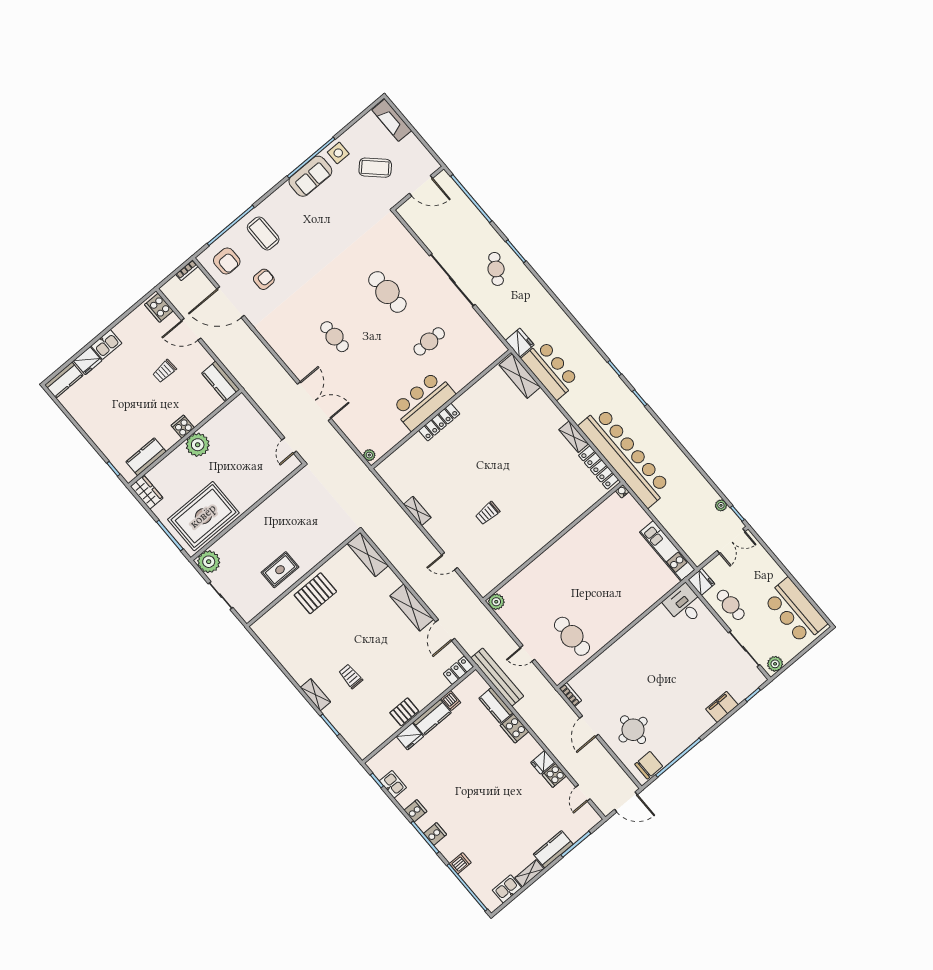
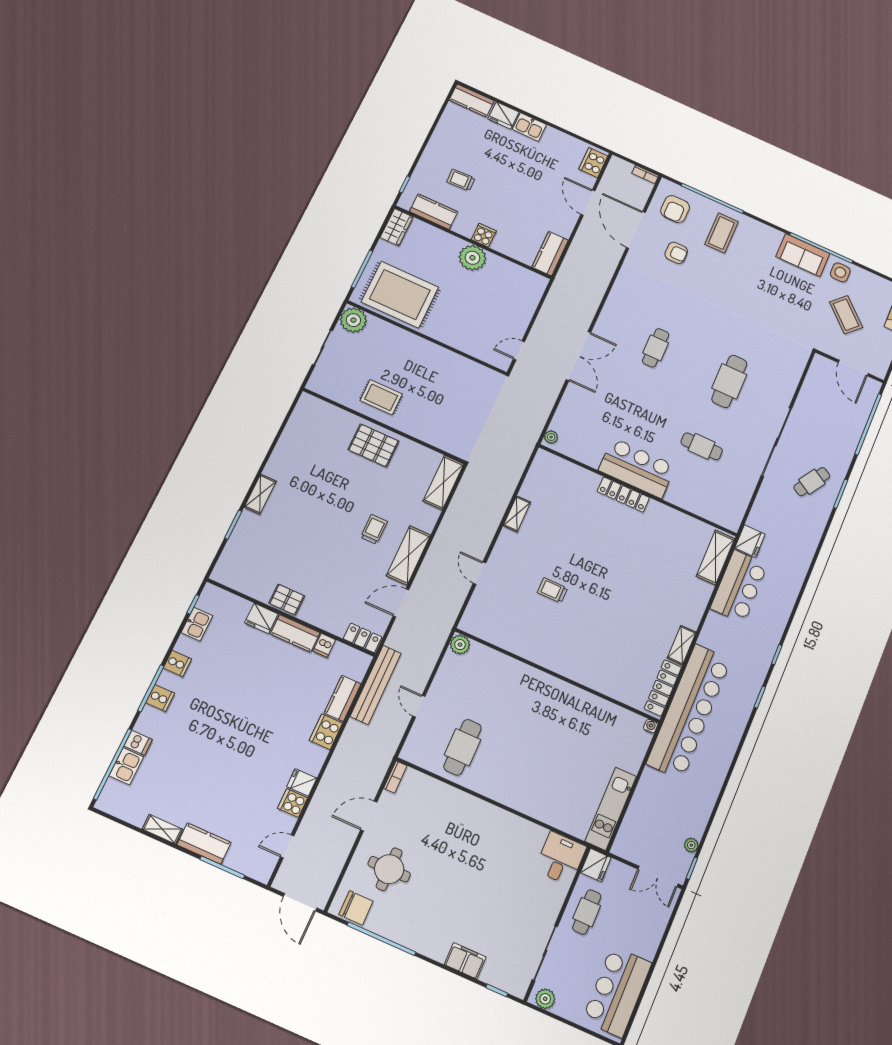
trolley: (164, 371) -> (461, 180), moved
trolley: (351, 676) -> (374, 529), moved
kitchen sink: (507, 889) -> (126, 766), moved, turned 90

